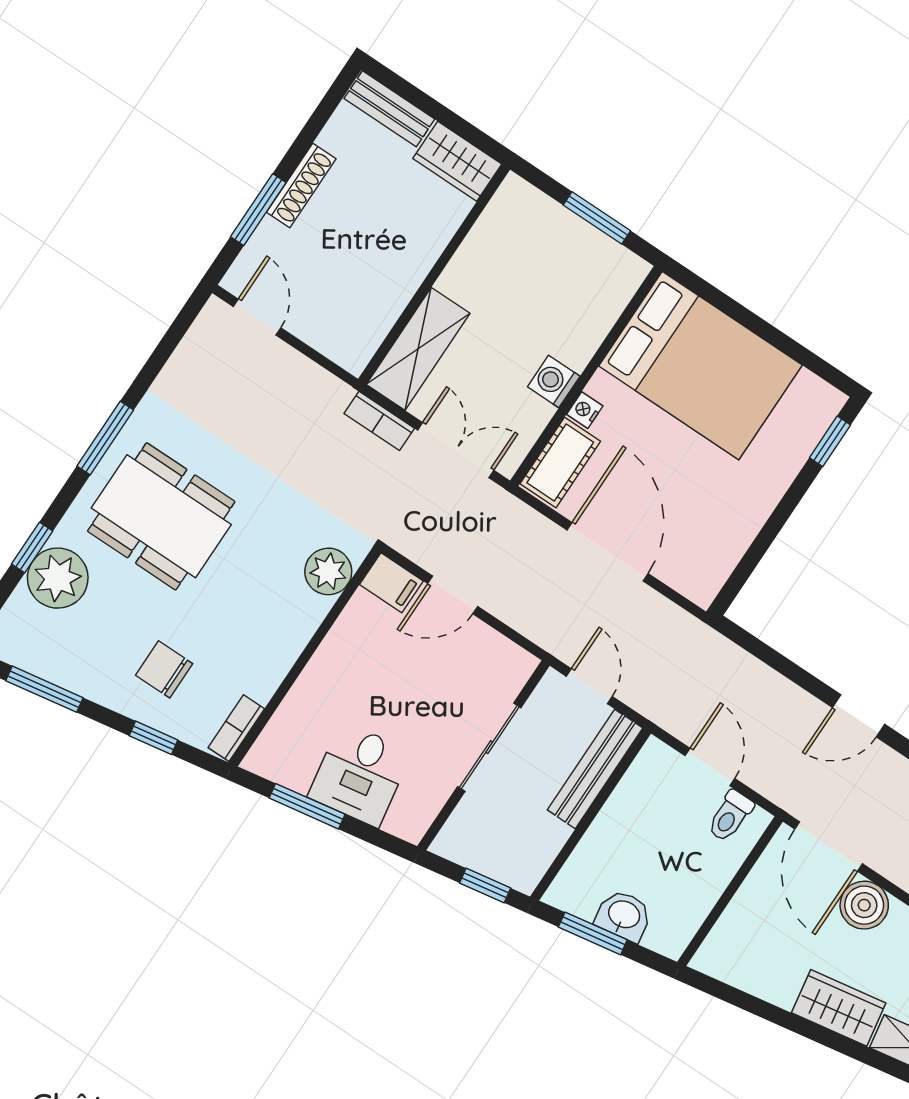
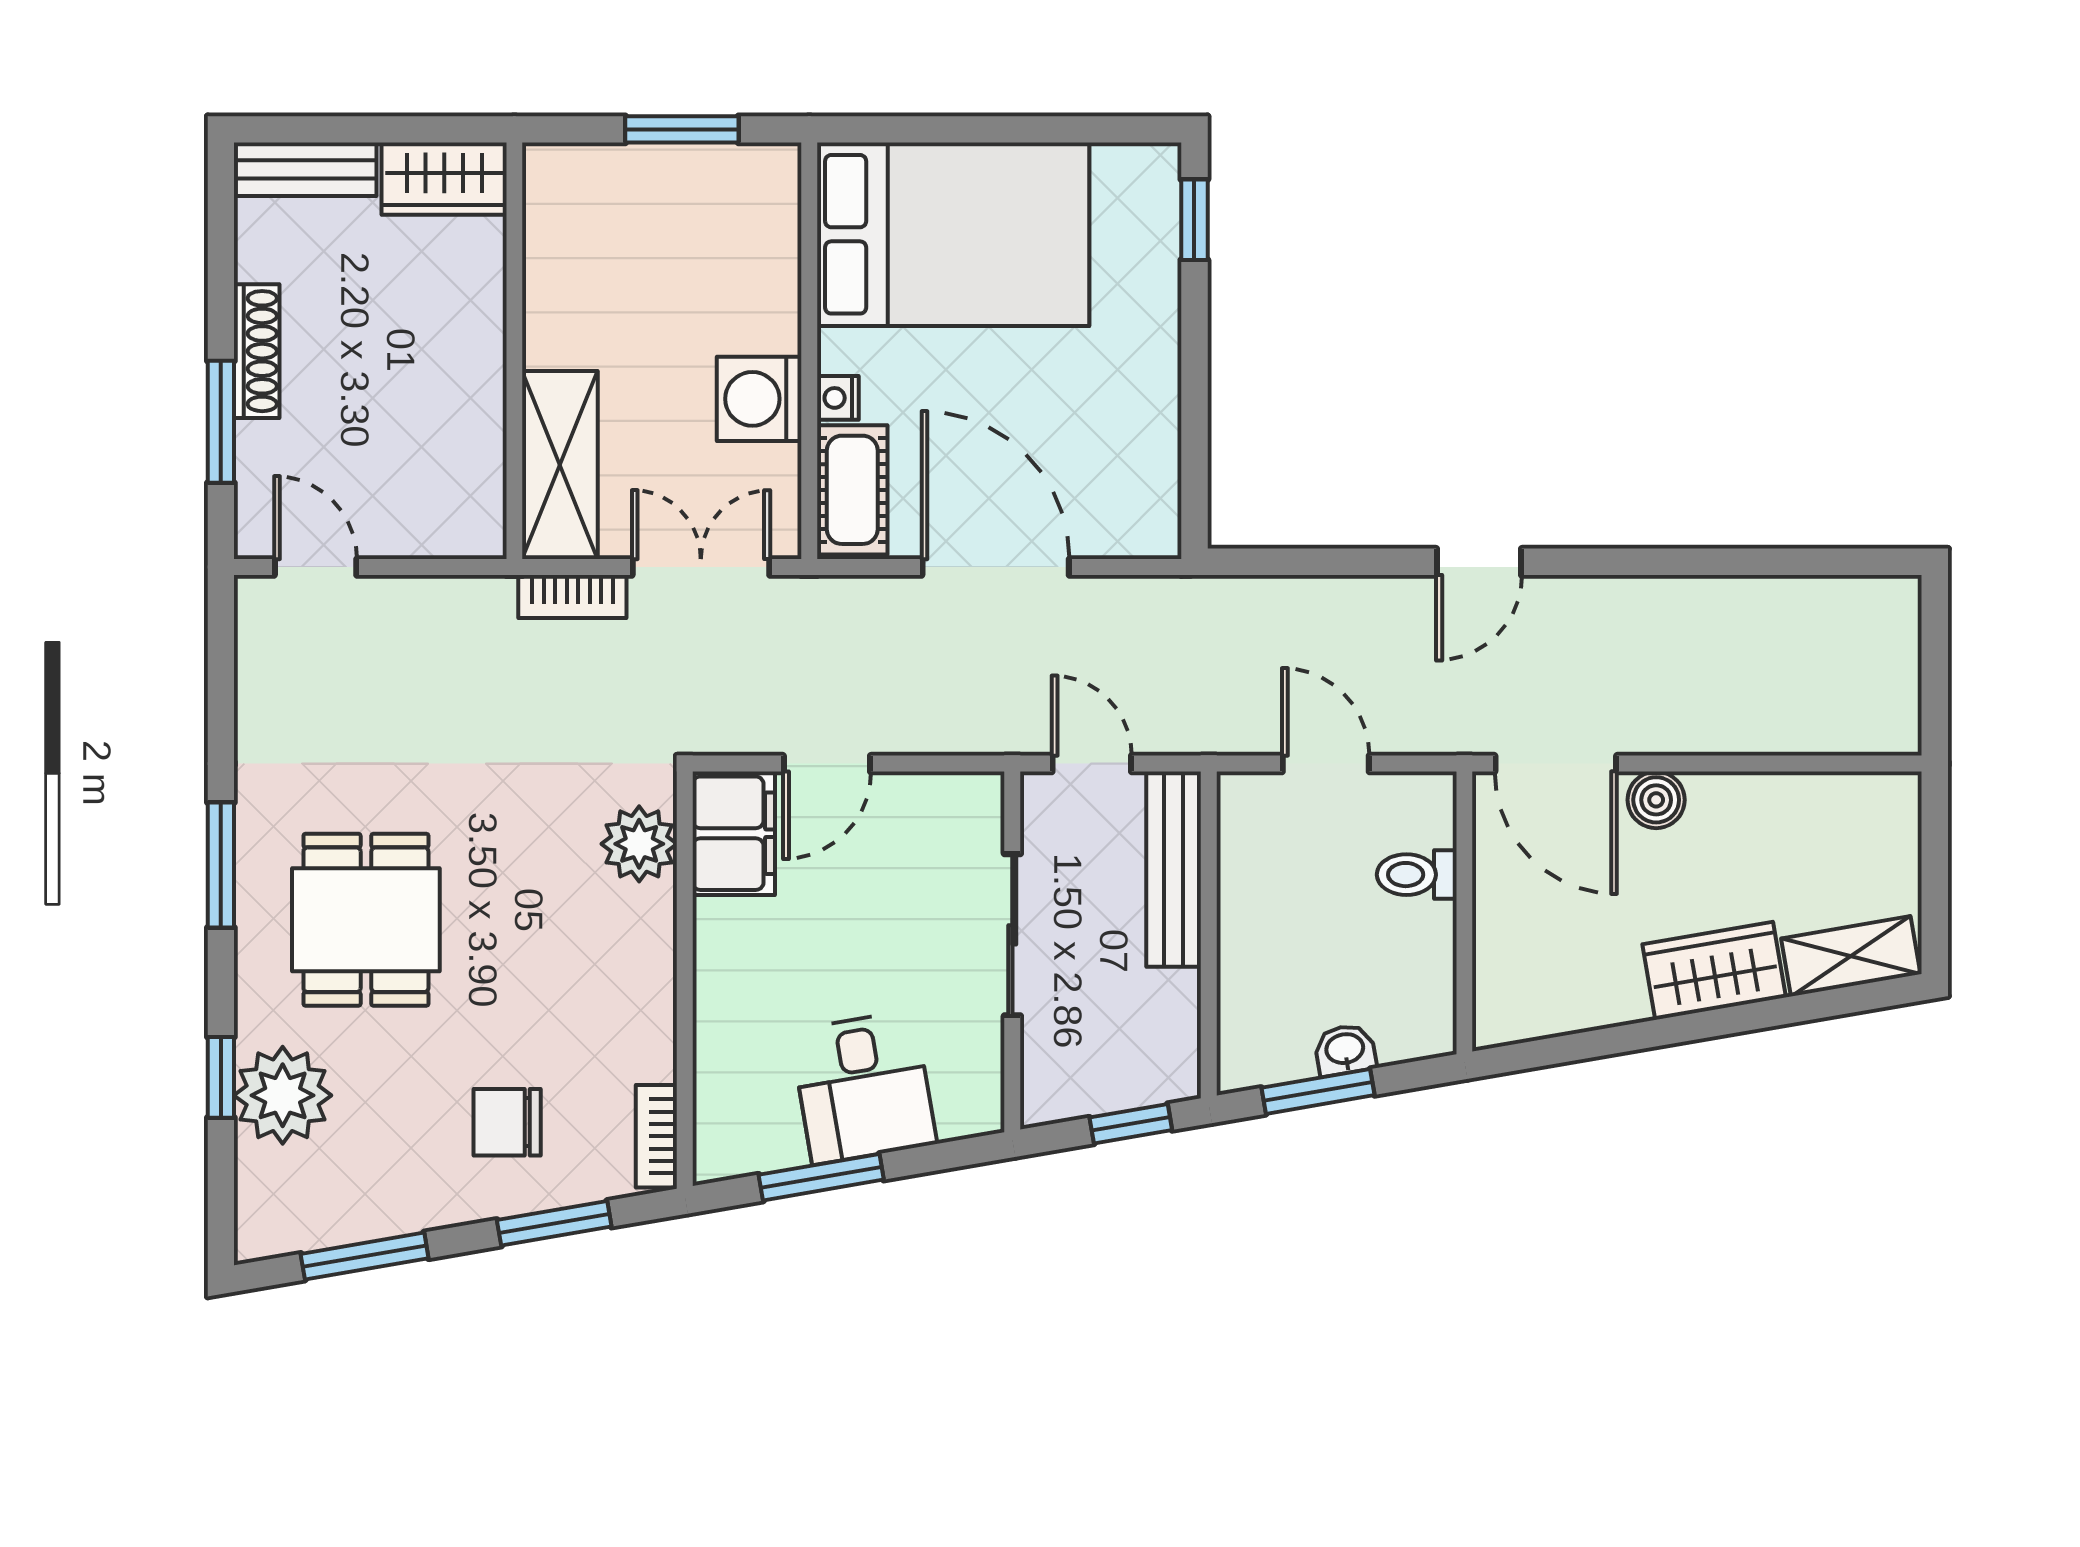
washing machine: (554, 382) -> (759, 399), width x1.38, depth x1.38
dining table: (161, 516) -> (366, 920), width x0.73
filing cabinet: (391, 583) -> (734, 833), width x2.00
window: (154, 738) -> (554, 1223), width x1.50
toilet: (730, 816) -> (1417, 875), moved, turned 90
boiler: (864, 905) -> (1656, 800), width x0.73, depth x0.73
washbasin: (624, 915) -> (1345, 1050), width x0.72, depth x0.69

